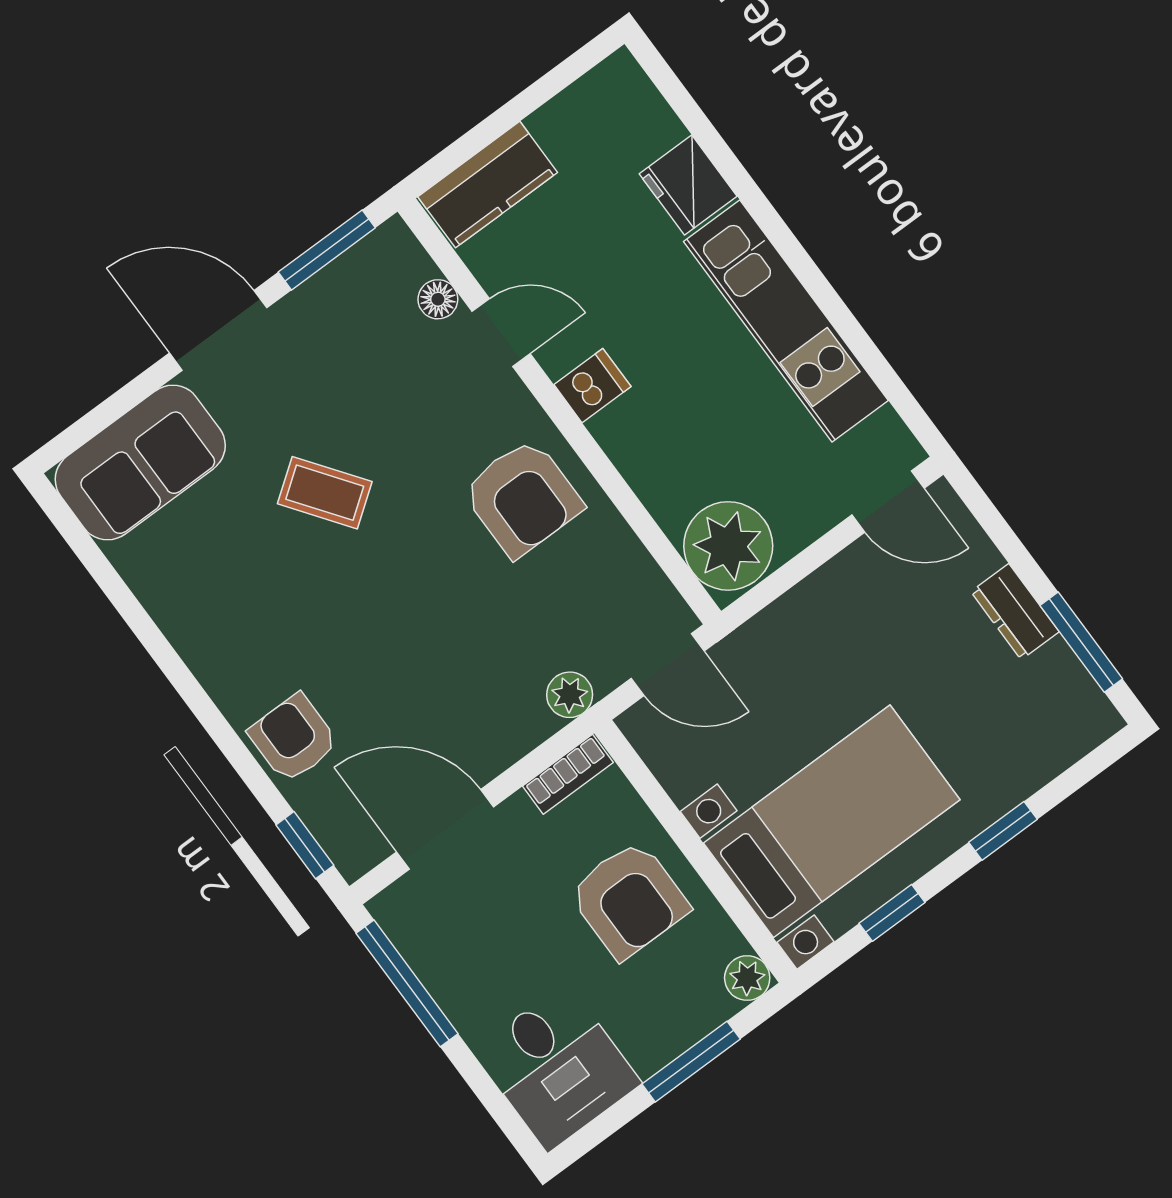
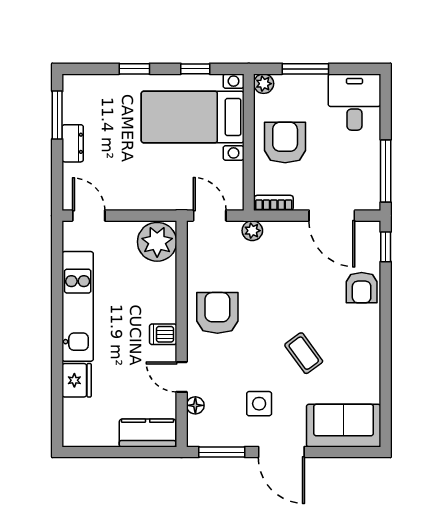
side table: (324, 389) -> (259, 404), added
coffee table: (325, 493) -> (304, 353), moved

